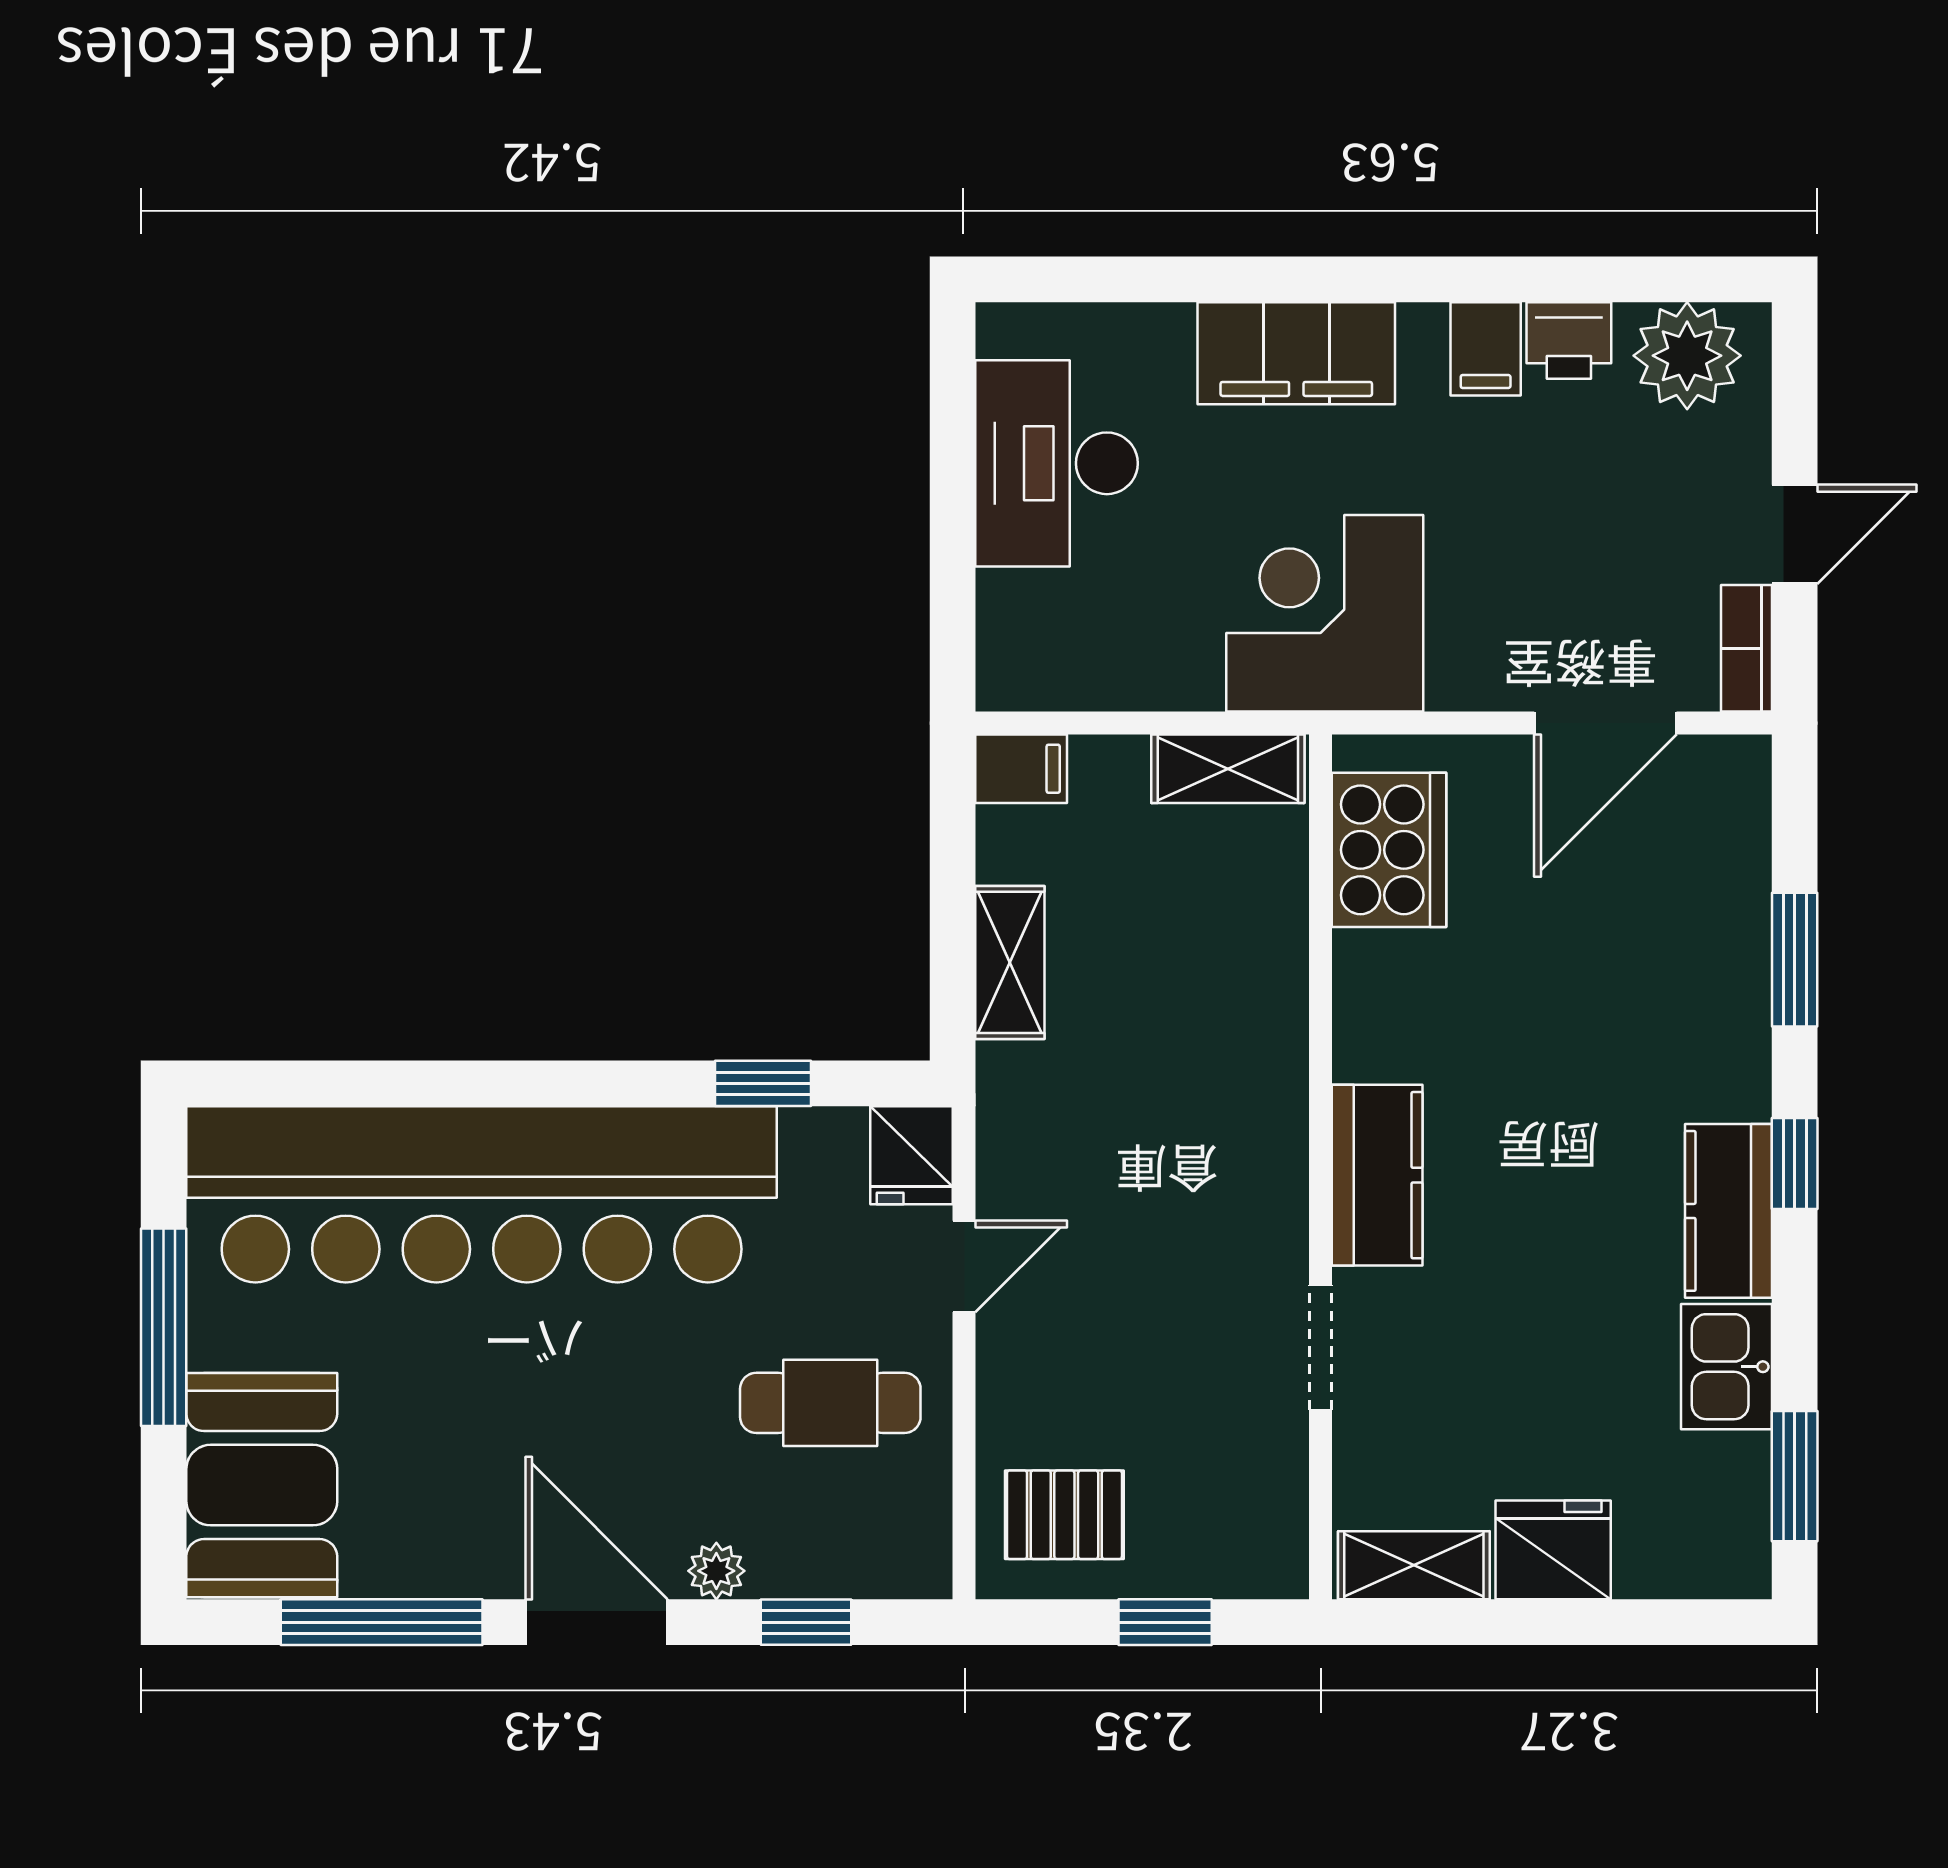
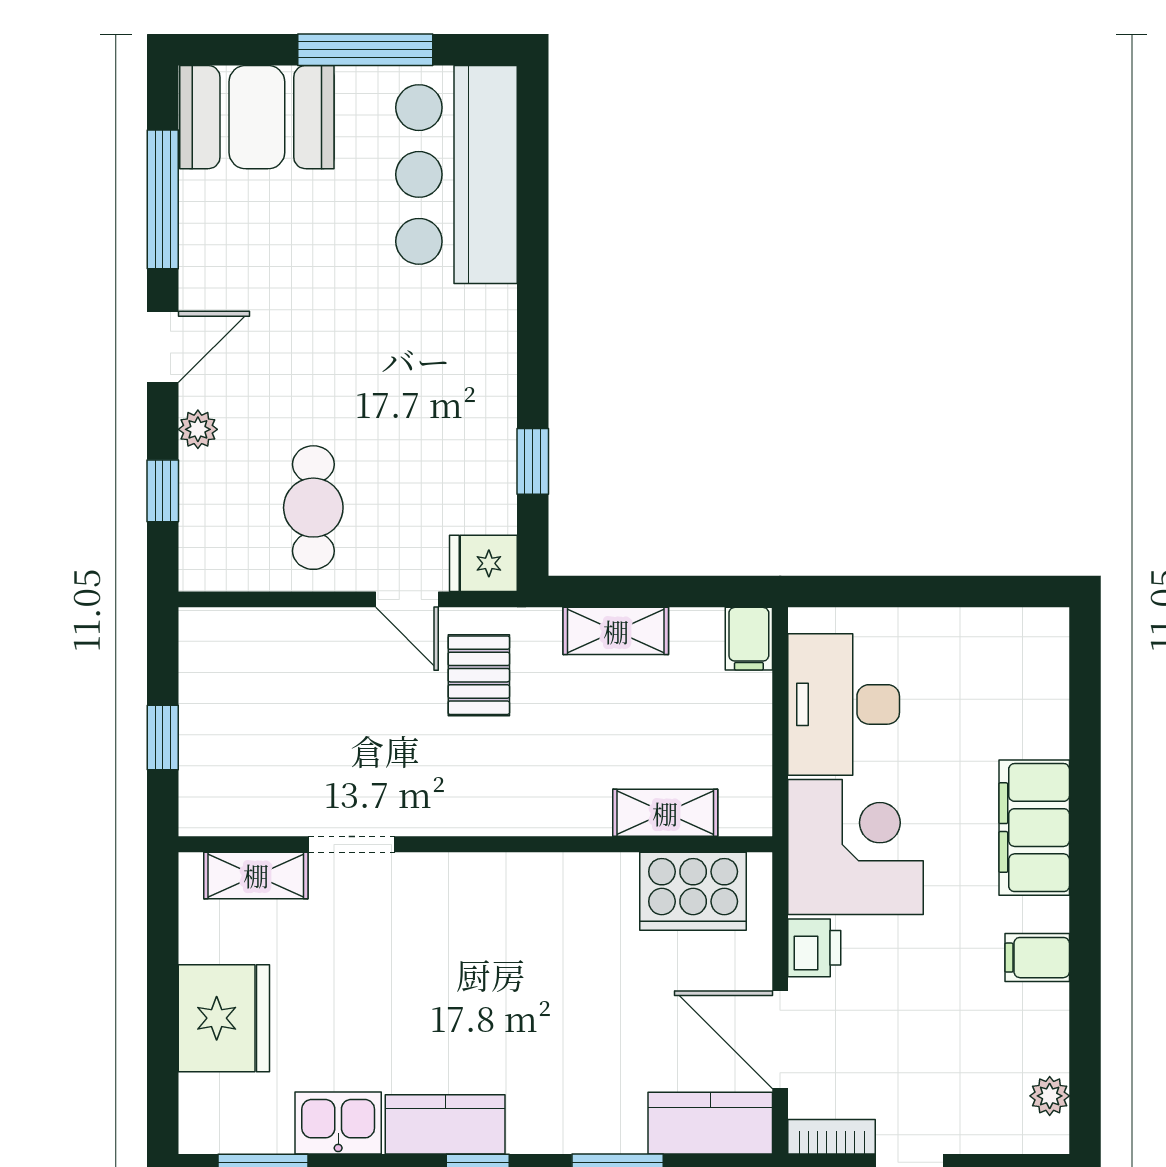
printer: (1569, 340) -> (814, 948), moved, turned 180
plant: (1687, 356) -> (1050, 1096), width x0.53, depth x0.53
desk: (1057, 463) -> (844, 704), moved, turned -90
shelving: (1228, 769) -> (665, 813), moved, turned 90
kitchen counter: (1377, 1175) -> (710, 1123), moved, turned 180
bar counter: (482, 1194) -> (456, 174), width x0.54
pallet: (1064, 1515) -> (479, 675), moved
fridge: (1553, 1550) -> (224, 1018), width x1.36, depth x1.34
shelving: (1414, 1565) -> (256, 875), moved, turned 90
door: (596, 1622) -> (163, 347), width x0.73

